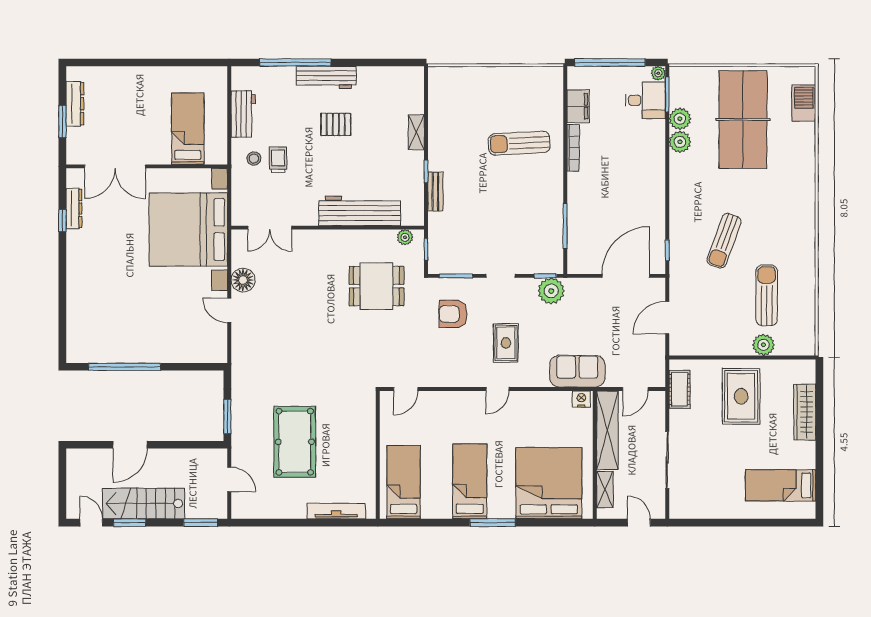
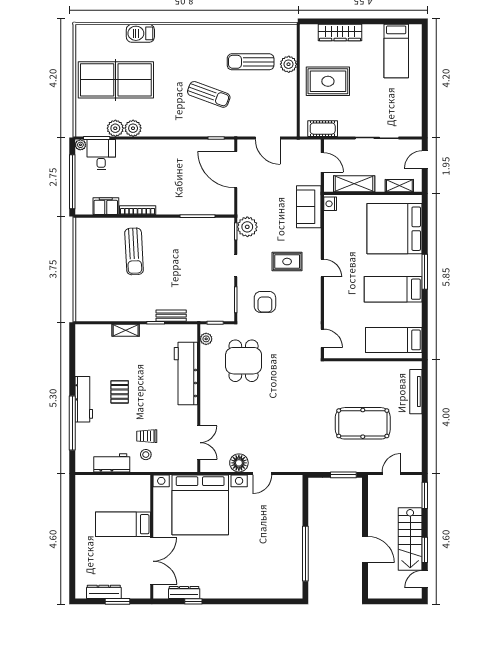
barbecue: (804, 103) -> (140, 33), moved
bed: (188, 129) -> (123, 524), moved
shelving: (607, 430) -> (354, 184), width x0.68

